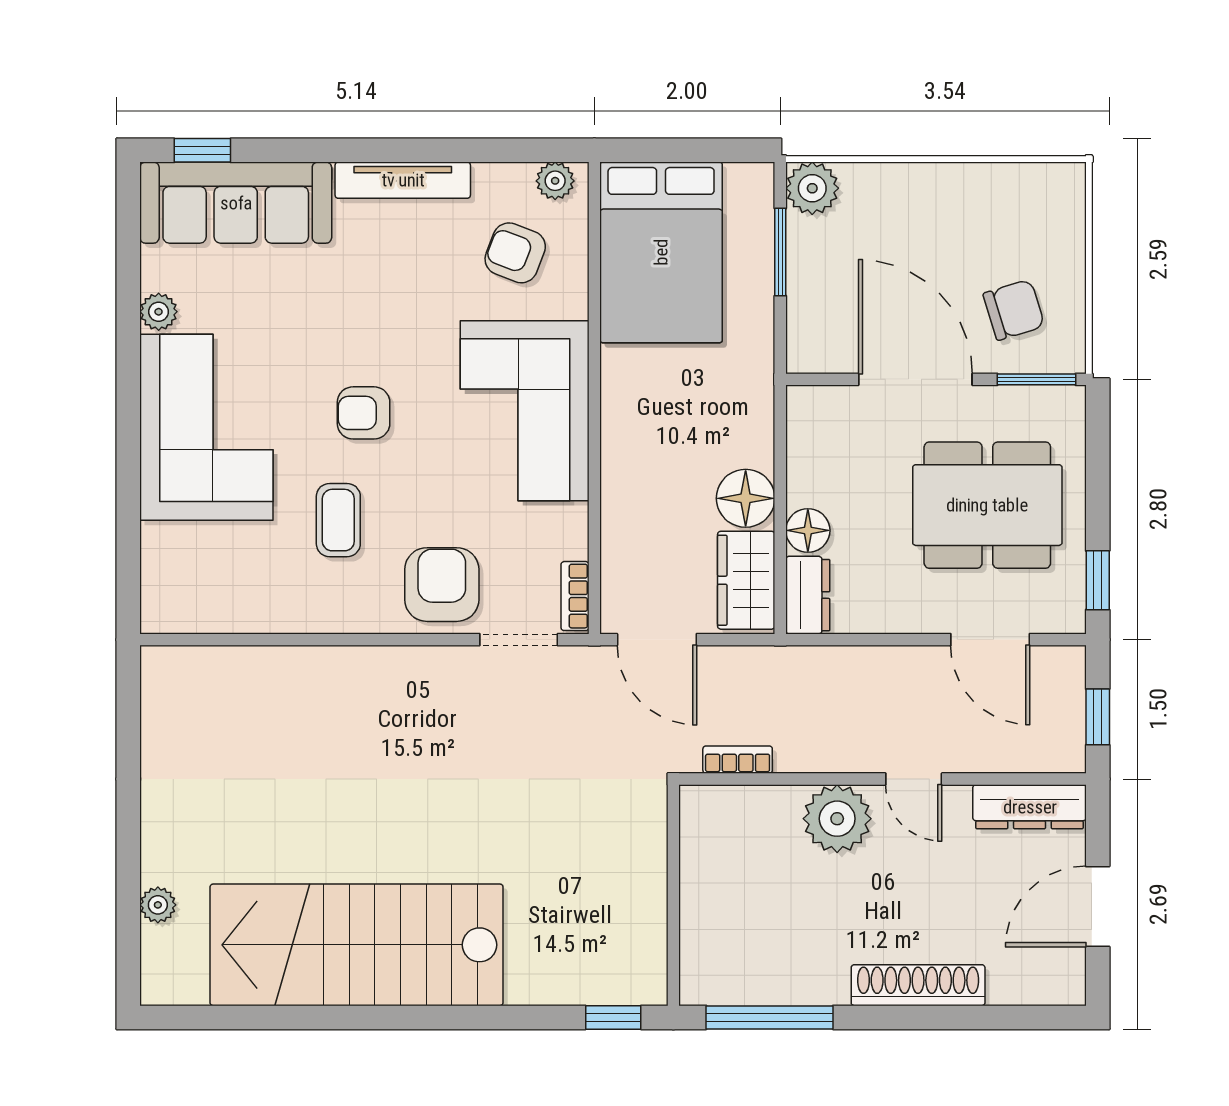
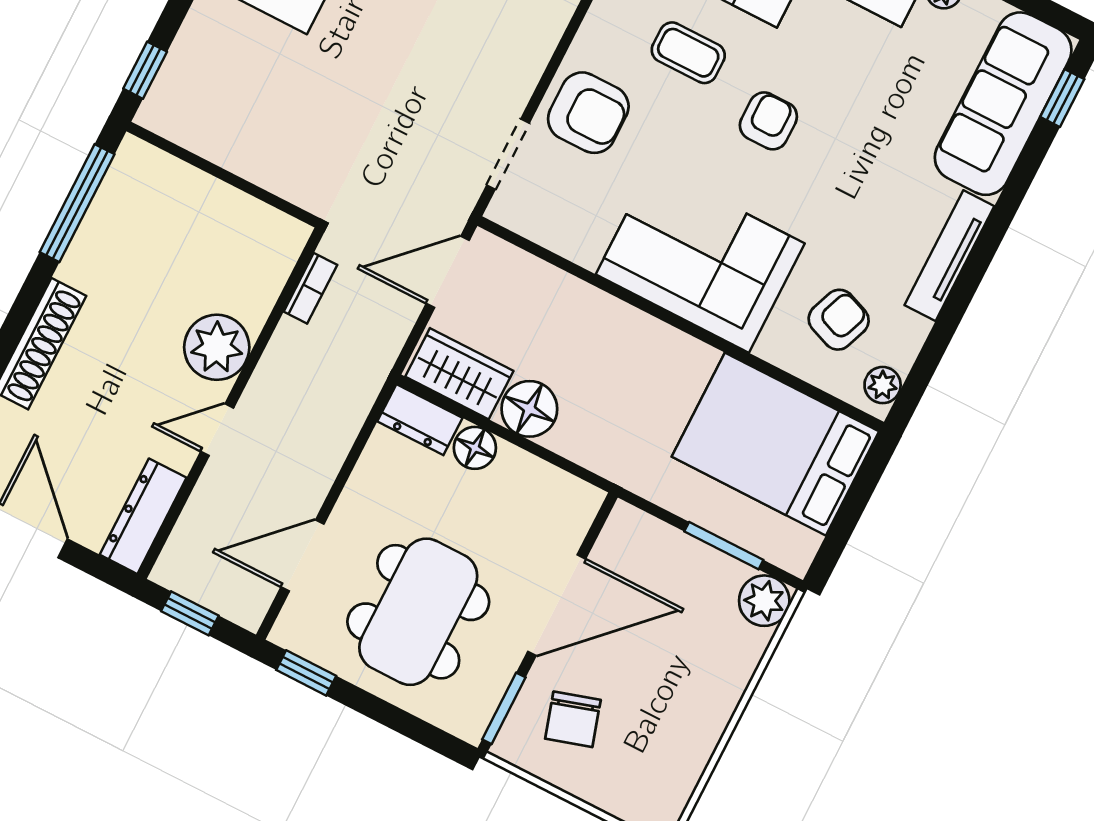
bookcase: (575, 596) -> (520, 221), removed

